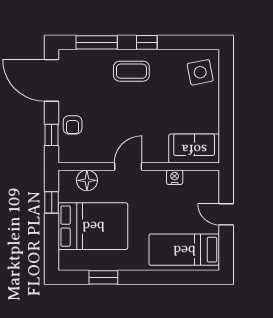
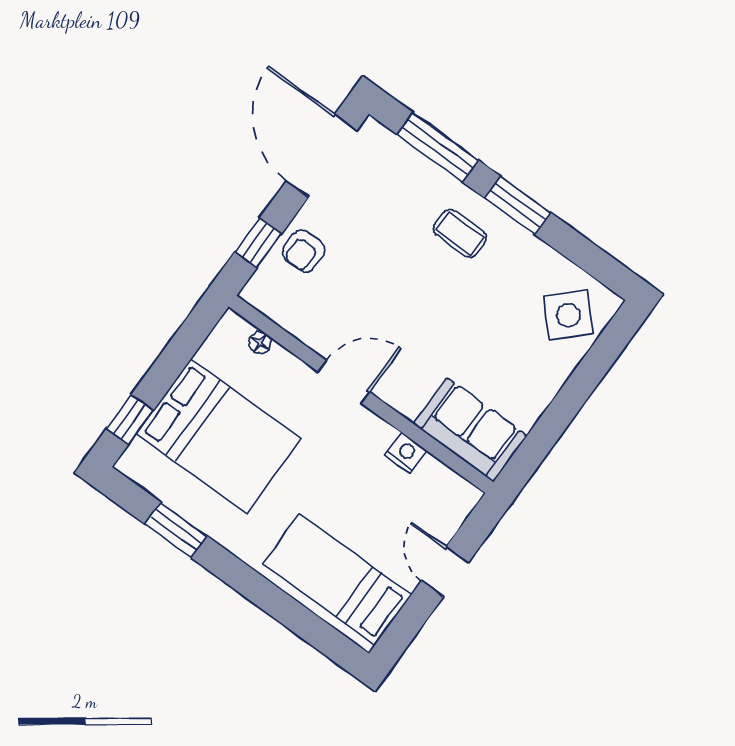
window: (147, 42) -> (518, 205), width x1.50
coffee table: (131, 71) -> (460, 234), width x0.73, depth x0.77
side table: (200, 72) -> (568, 315), turned -33
floor lamp: (87, 180) -> (260, 343), width x0.53, depth x0.53
window: (52, 202) -> (130, 420), moved

